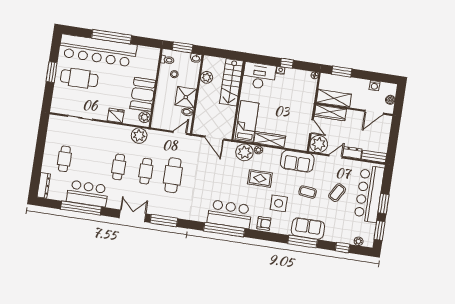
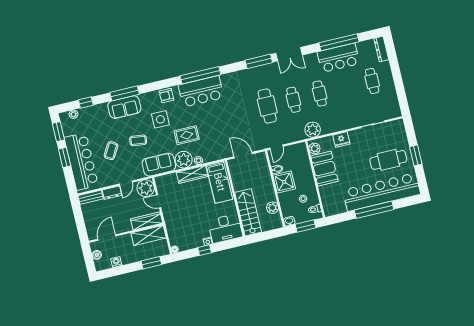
plant: (244, 152) -> (184, 160), moved

